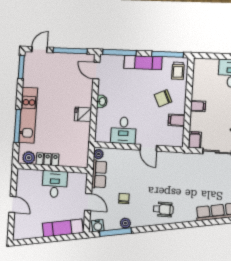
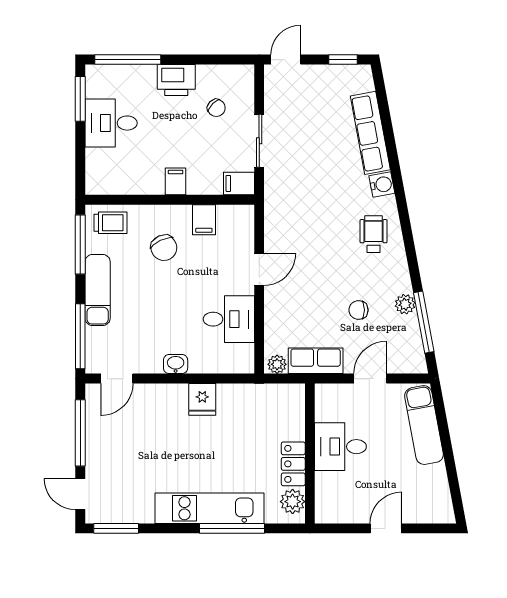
water cooler: (98, 226) -> (382, 185), moved

